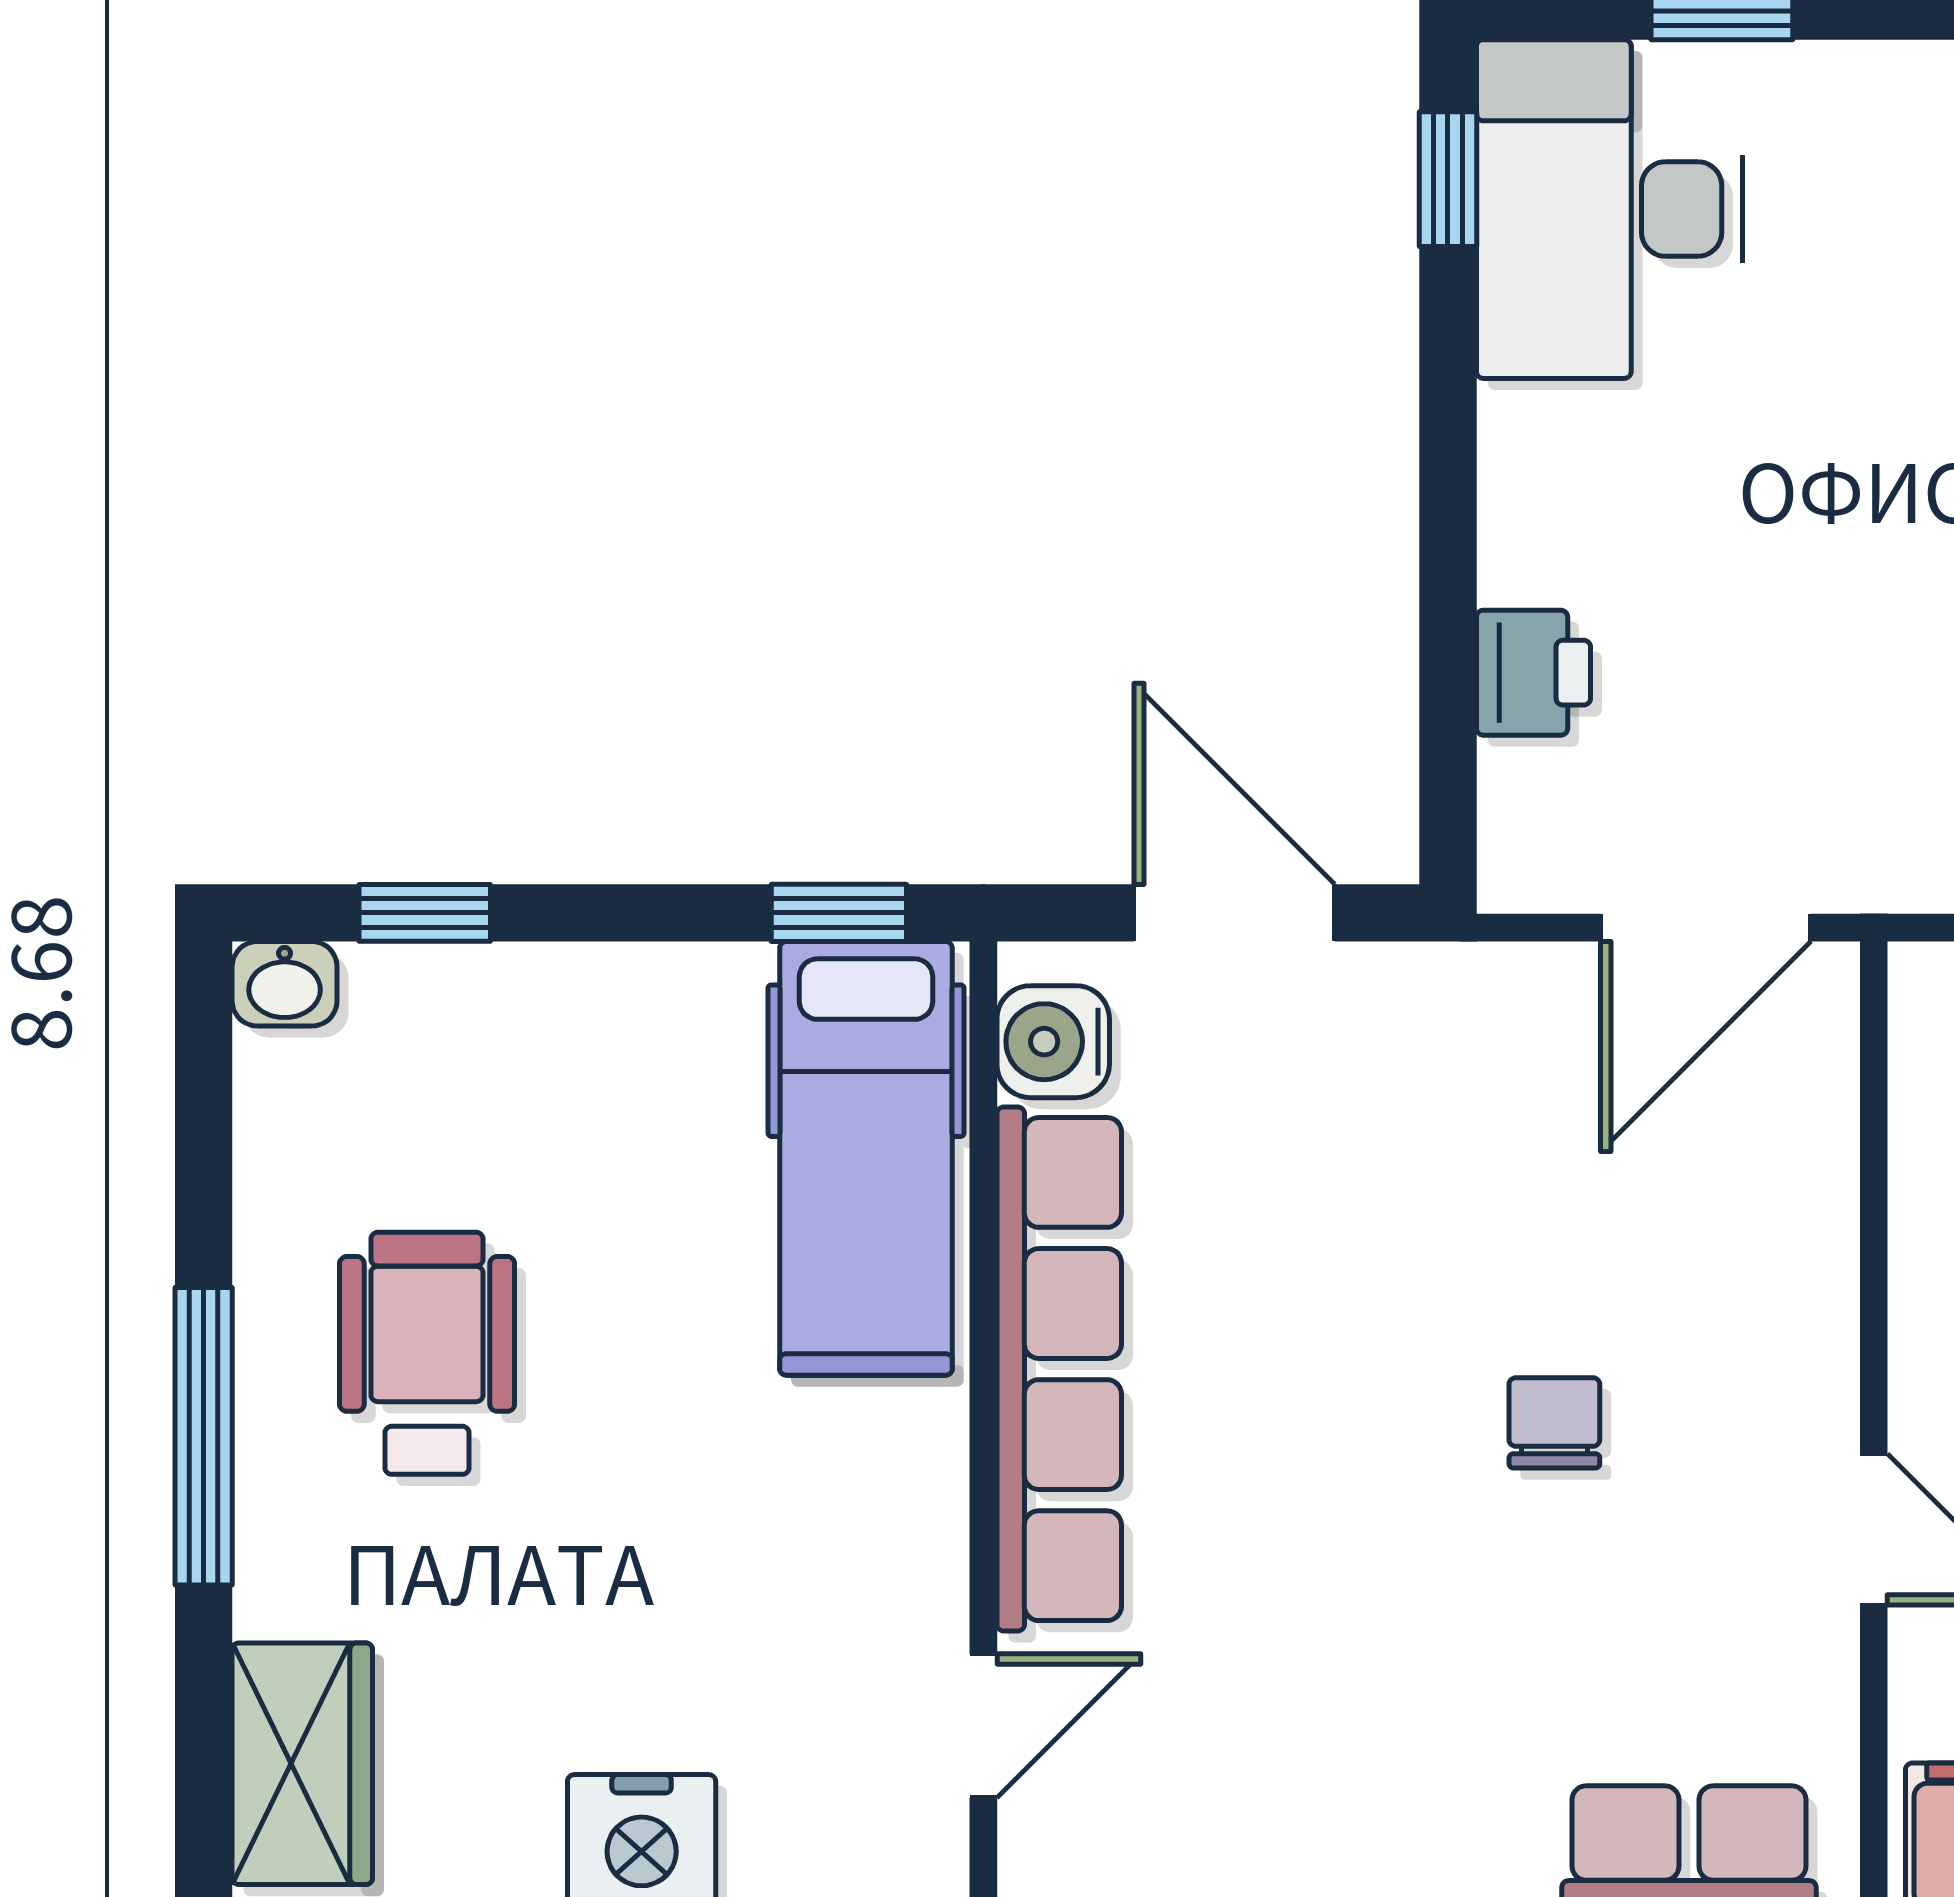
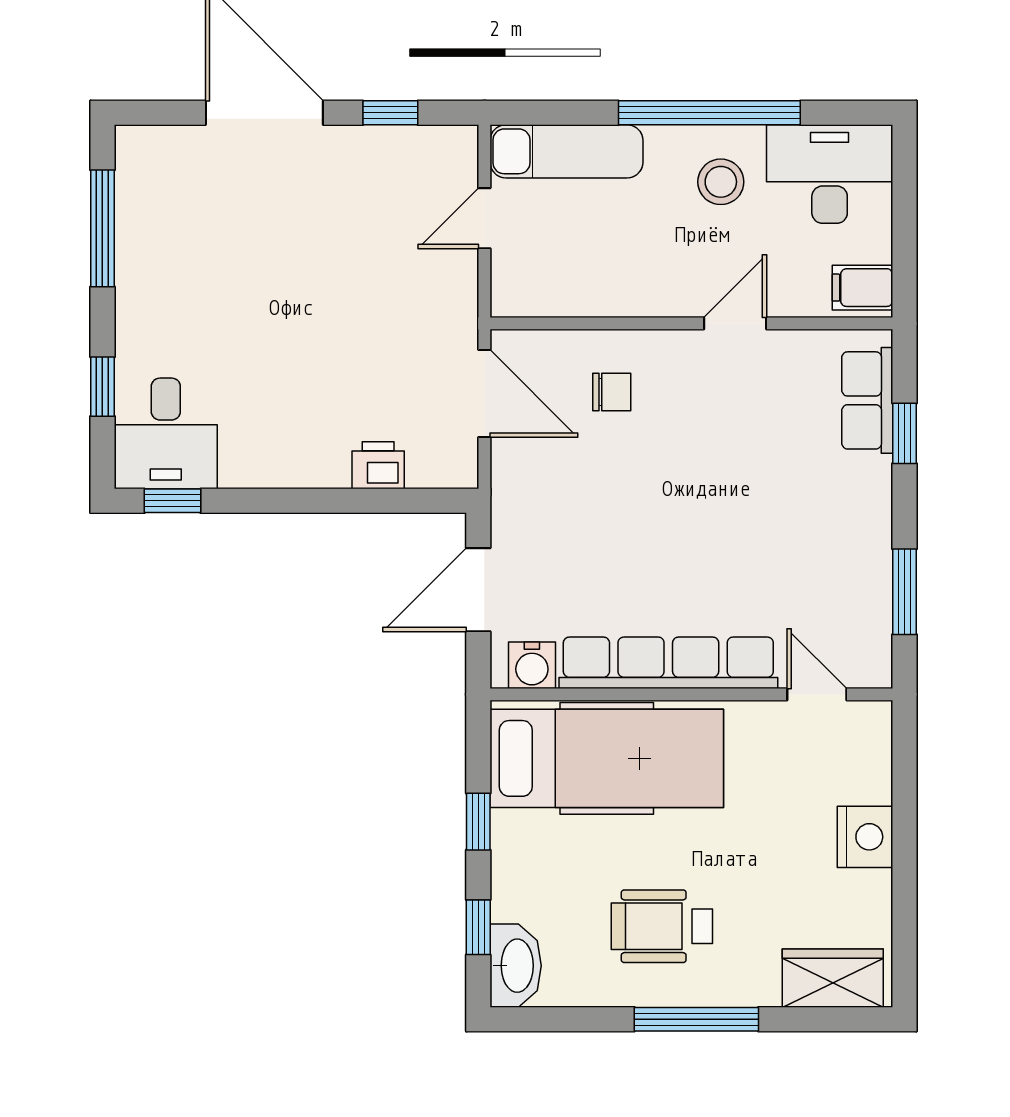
desk: (1610, 209) -> (166, 433), width x0.73
window: (839, 913) -> (478, 822), moved
washbasin: (285, 984) -> (516, 966), width x1.91, depth x1.45
hospital bed: (866, 1158) -> (607, 758), width x1.37, depth x1.29
chair: (1554, 1423) -> (612, 392), moved, turned 180

